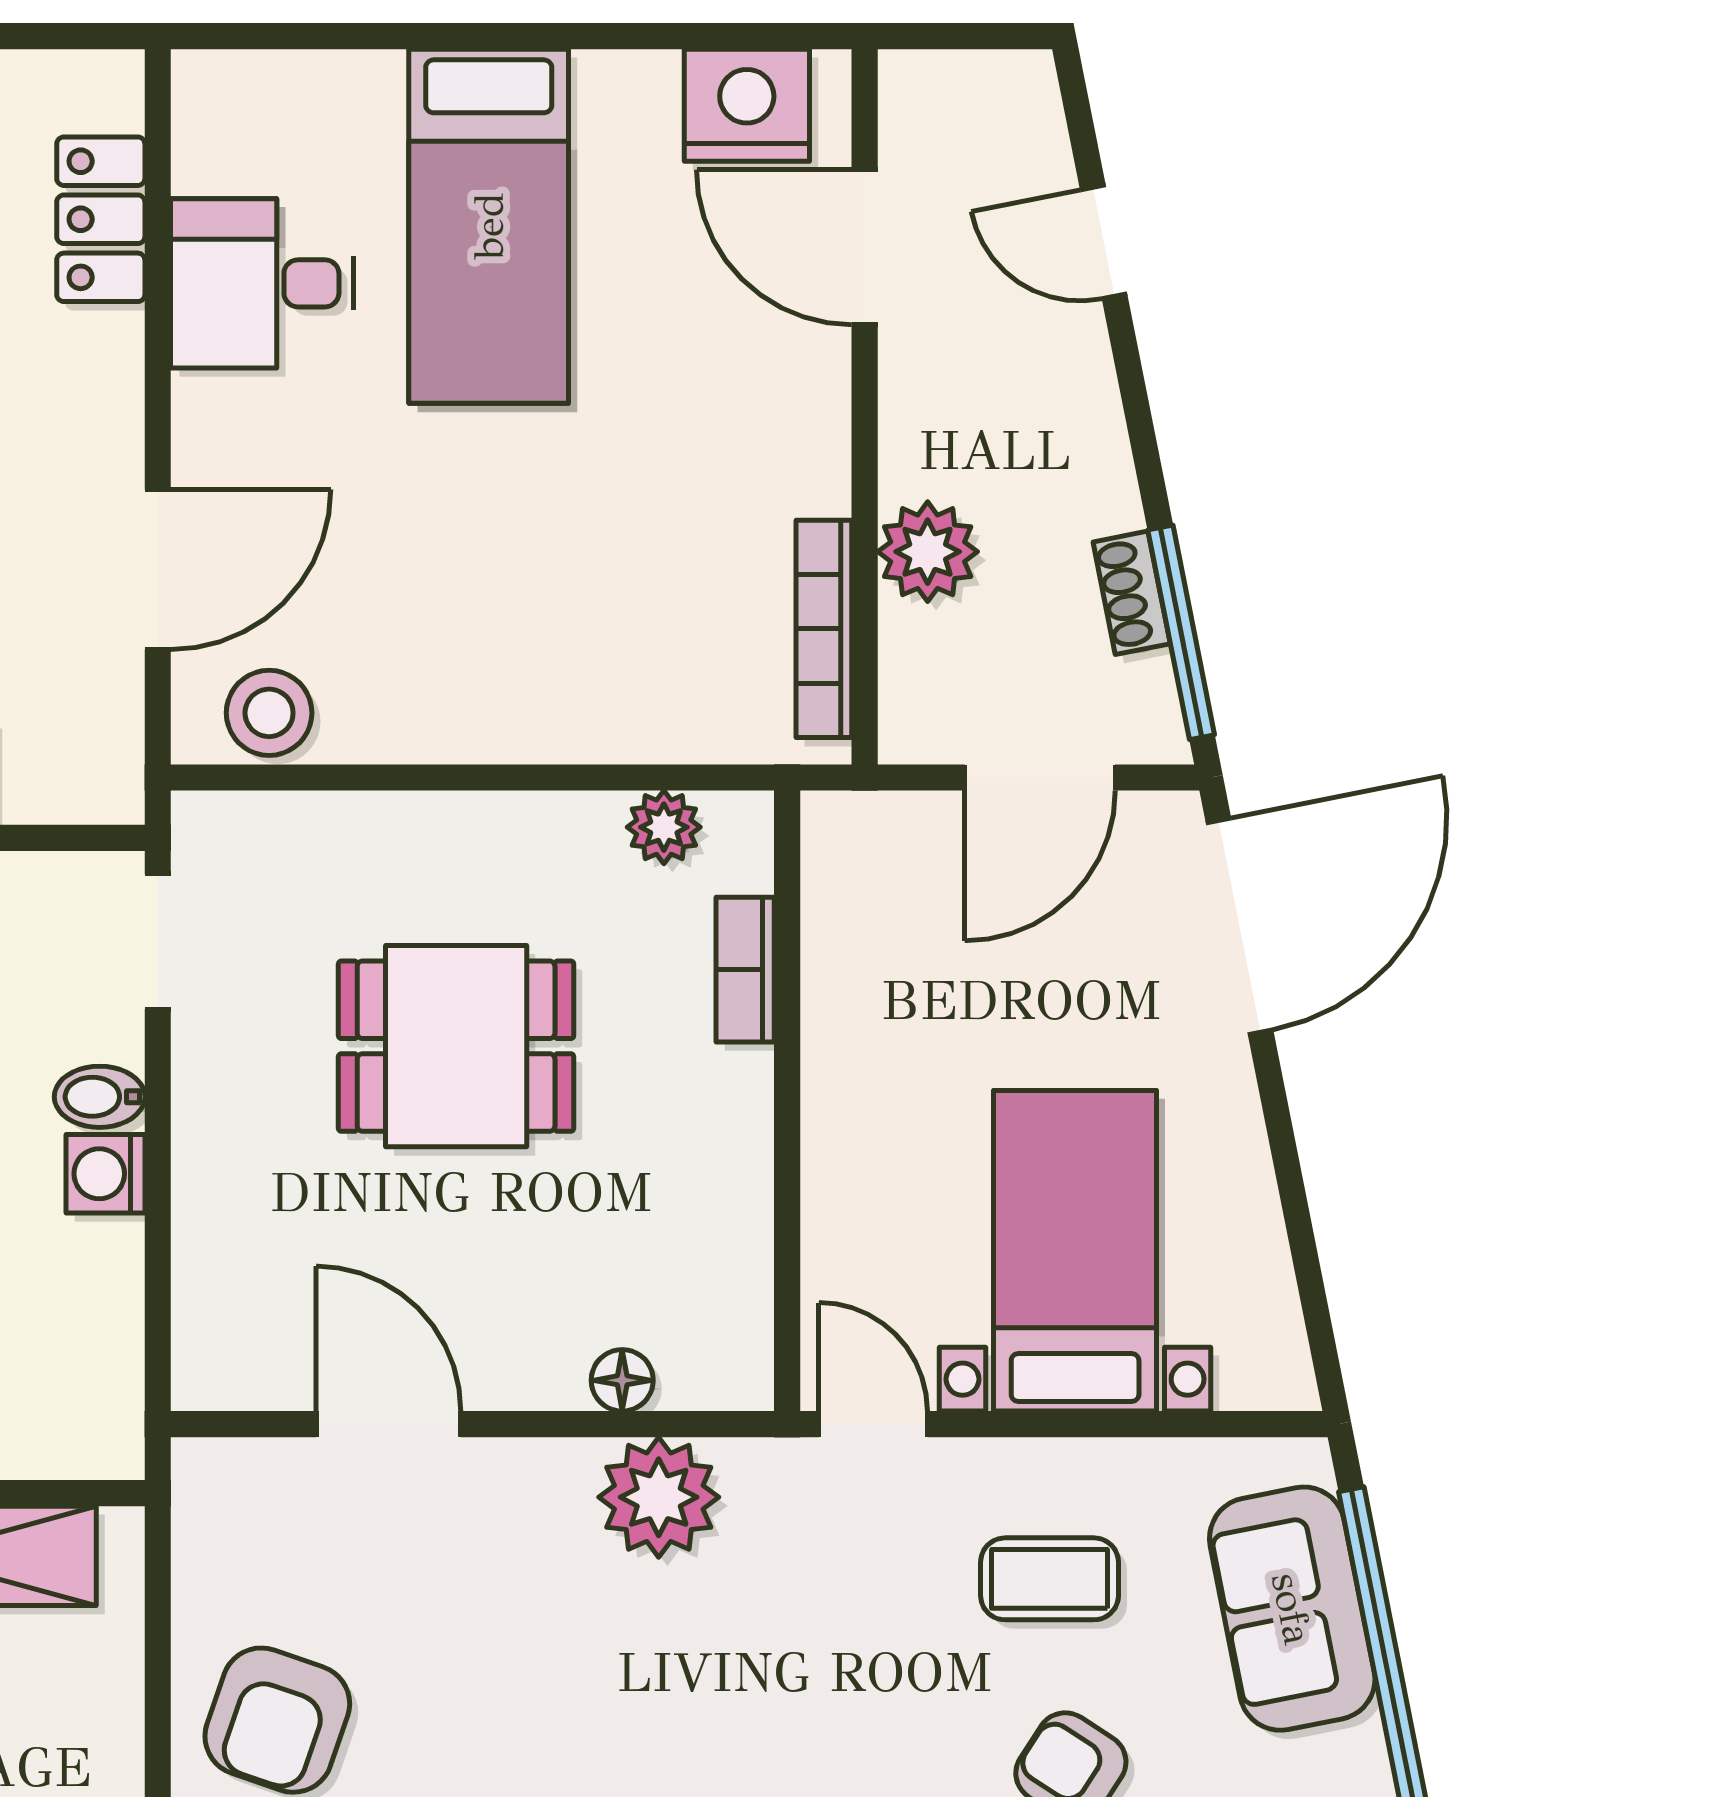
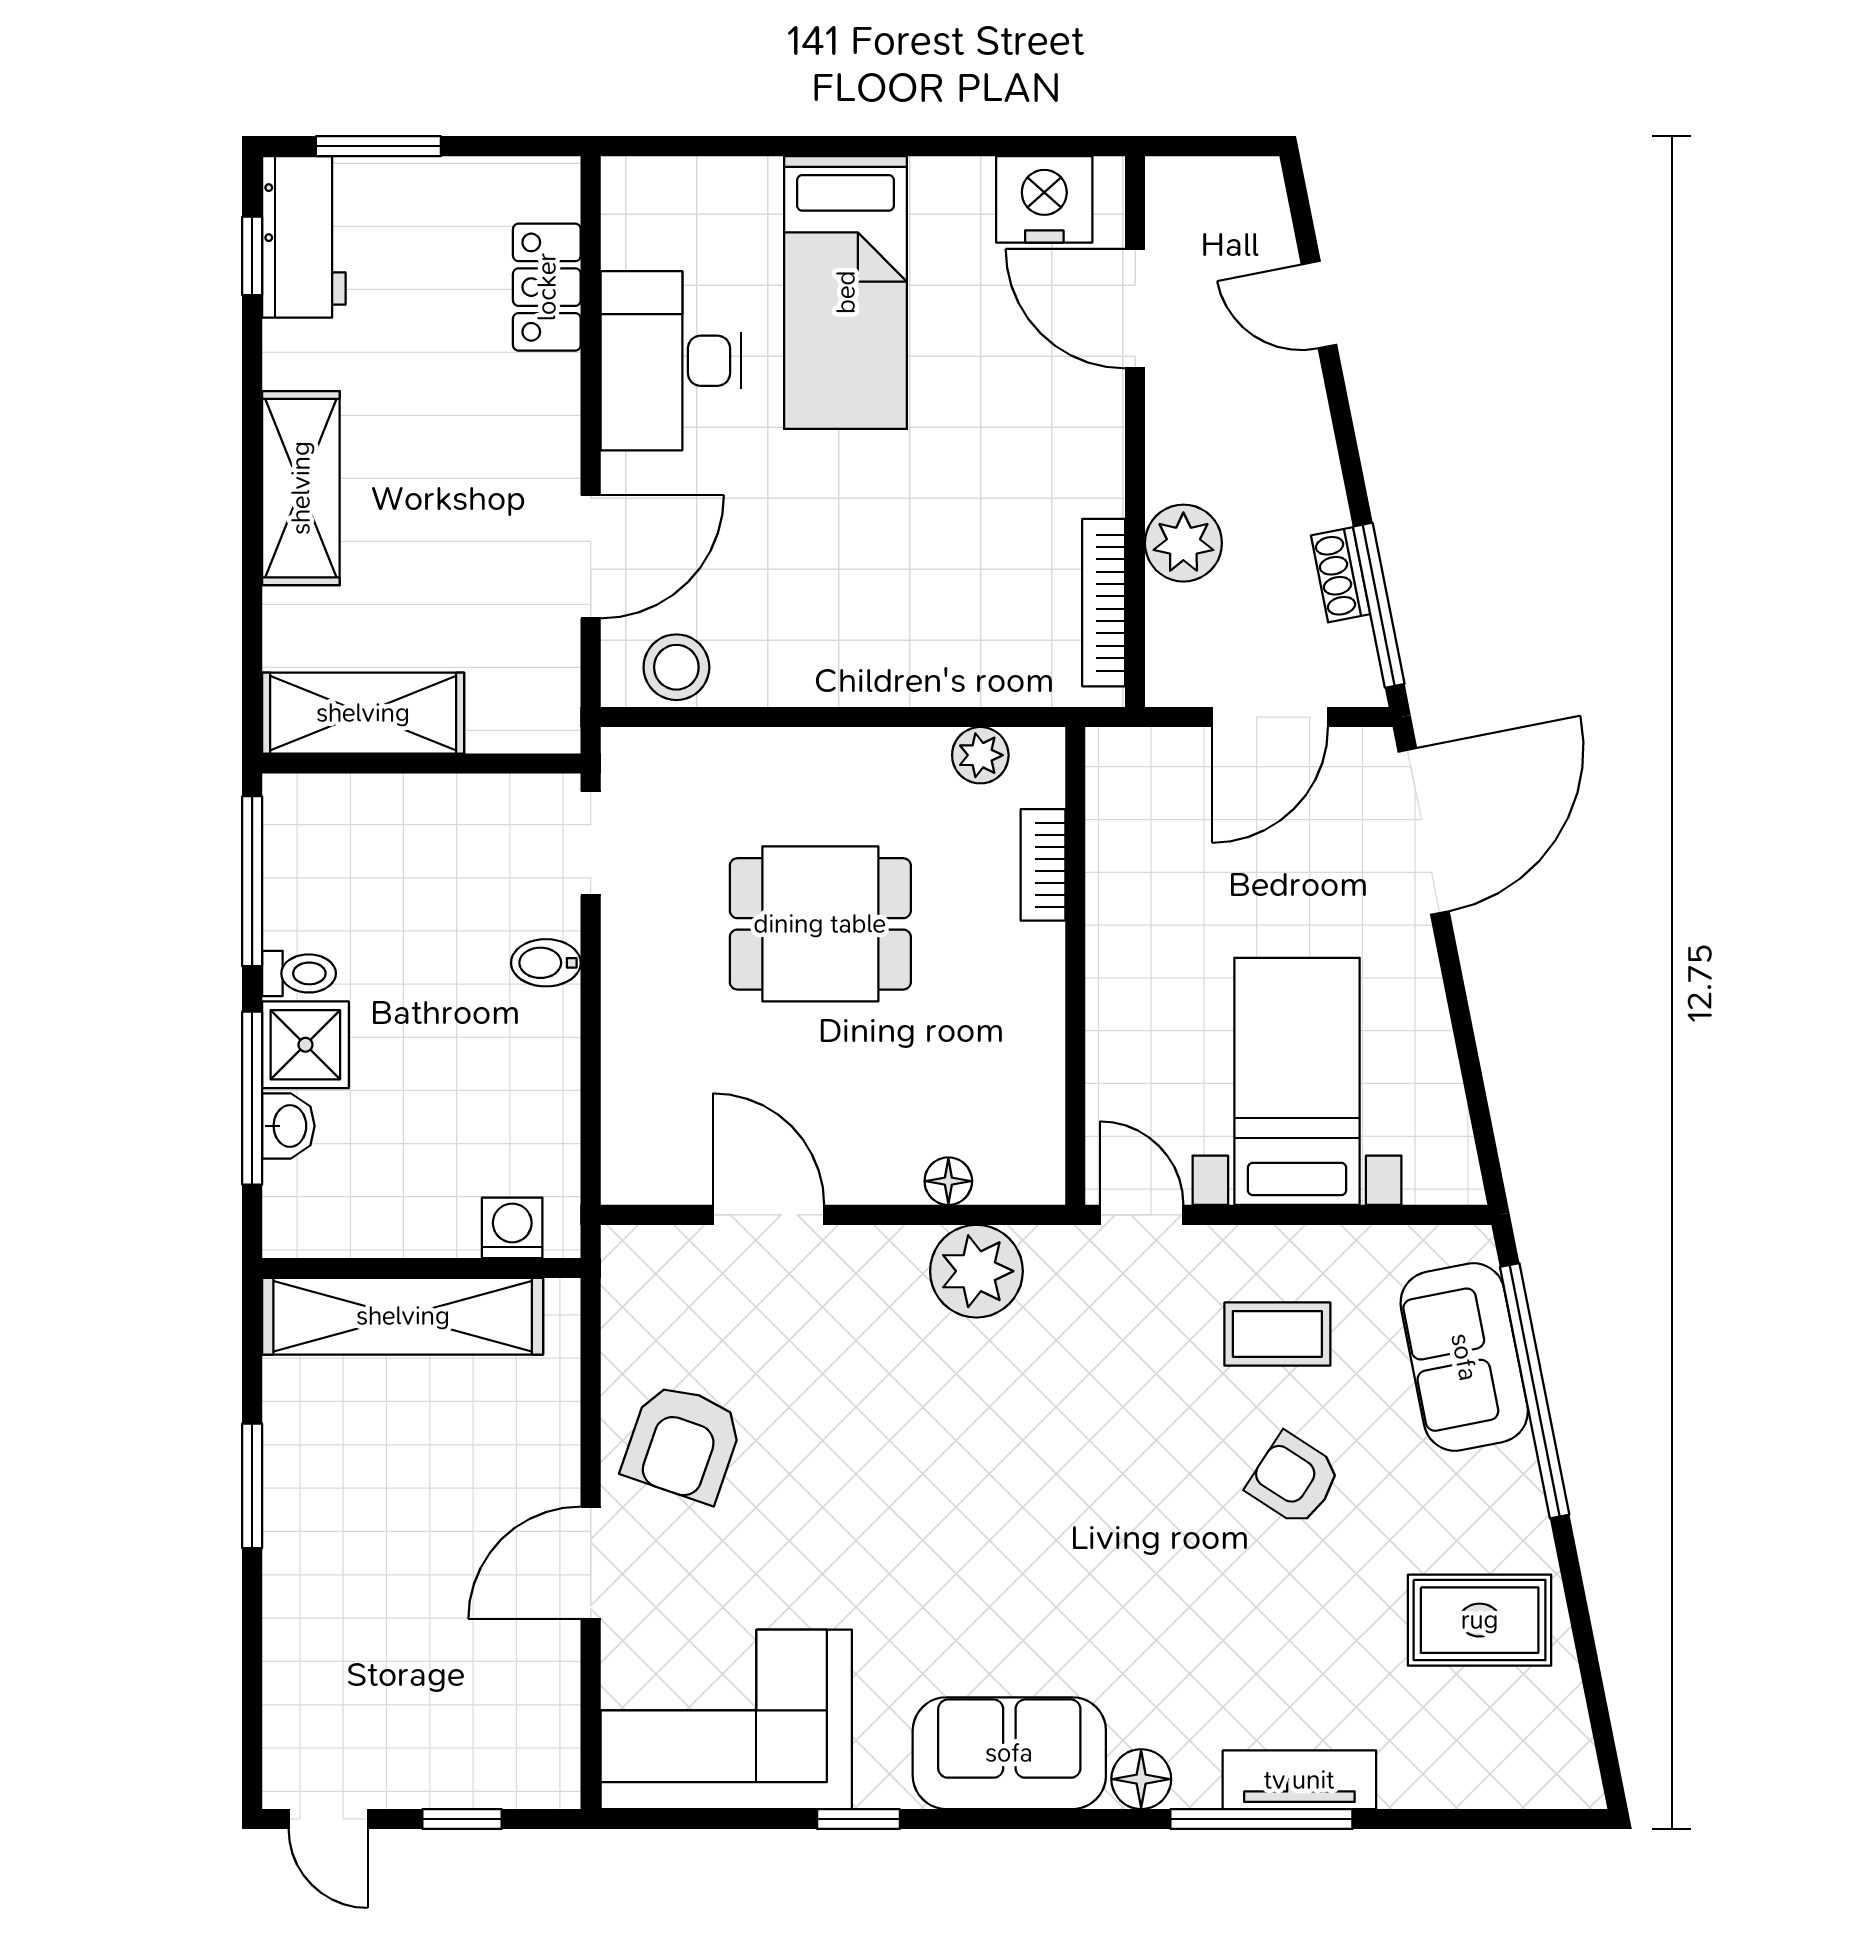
desk: (262, 283) -> (671, 361), width x1.37
washing machine: (106, 1174) -> (512, 1228), moved, turned 90

